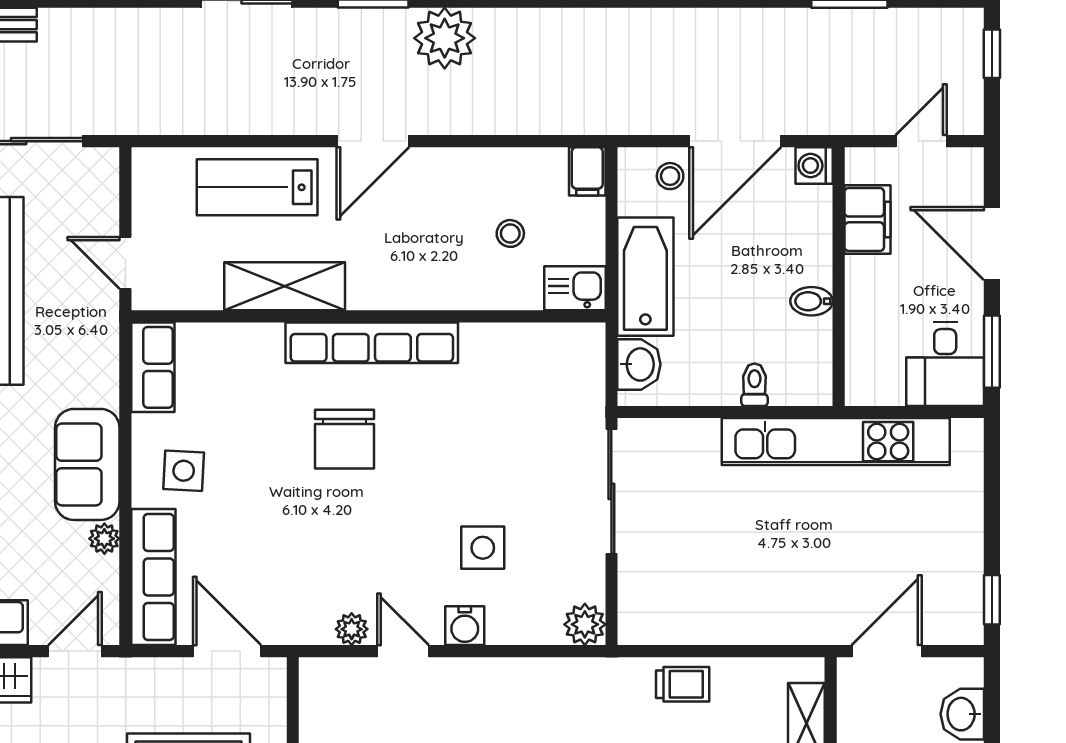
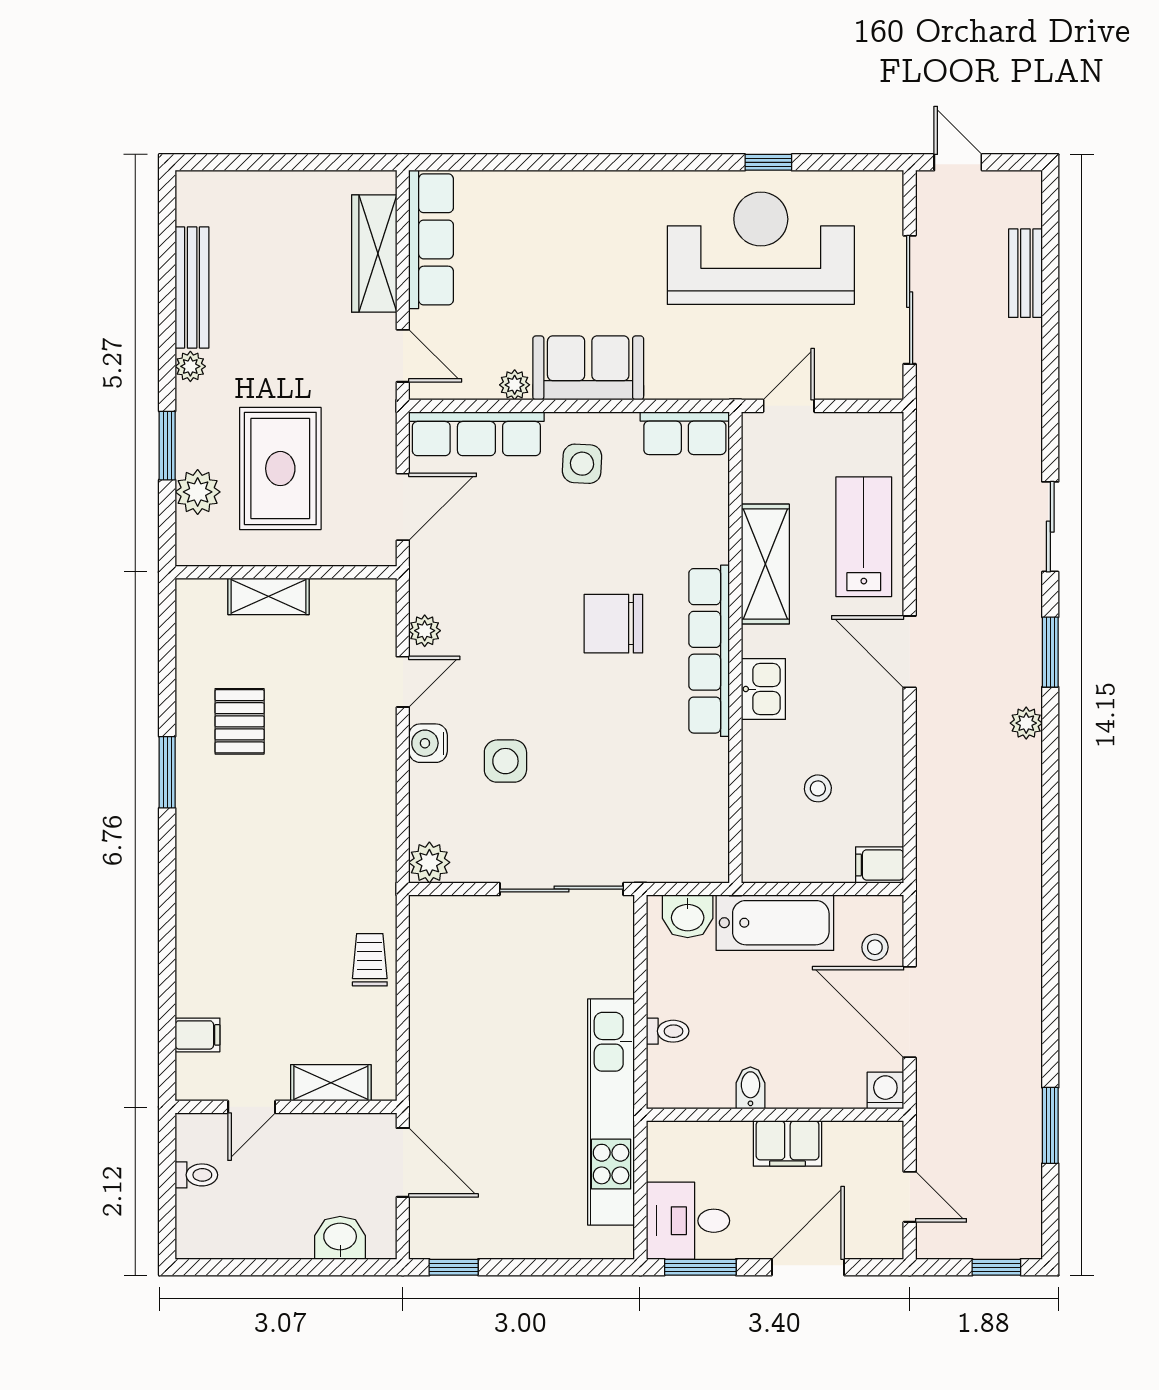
plant: (445, 38) -> (1026, 723), width x0.53, depth x0.53
filing cabinet: (867, 219) -> (787, 1143), moved
kitchen sink: (575, 288) -> (763, 689), moved
trolley: (683, 684) -> (370, 960), turned 180

